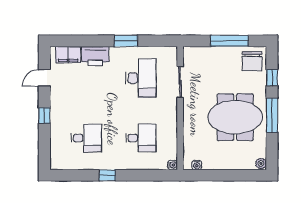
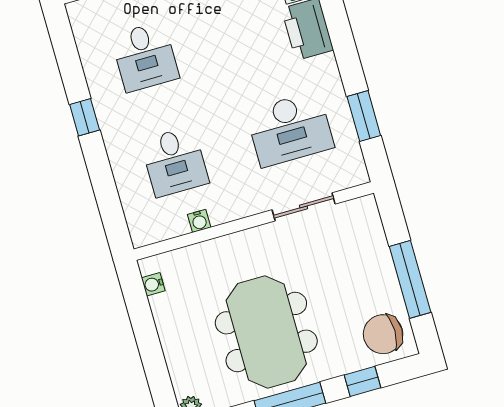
window: (126, 41) -> (364, 116), moved
water cooler: (173, 165) -> (199, 221), moved

